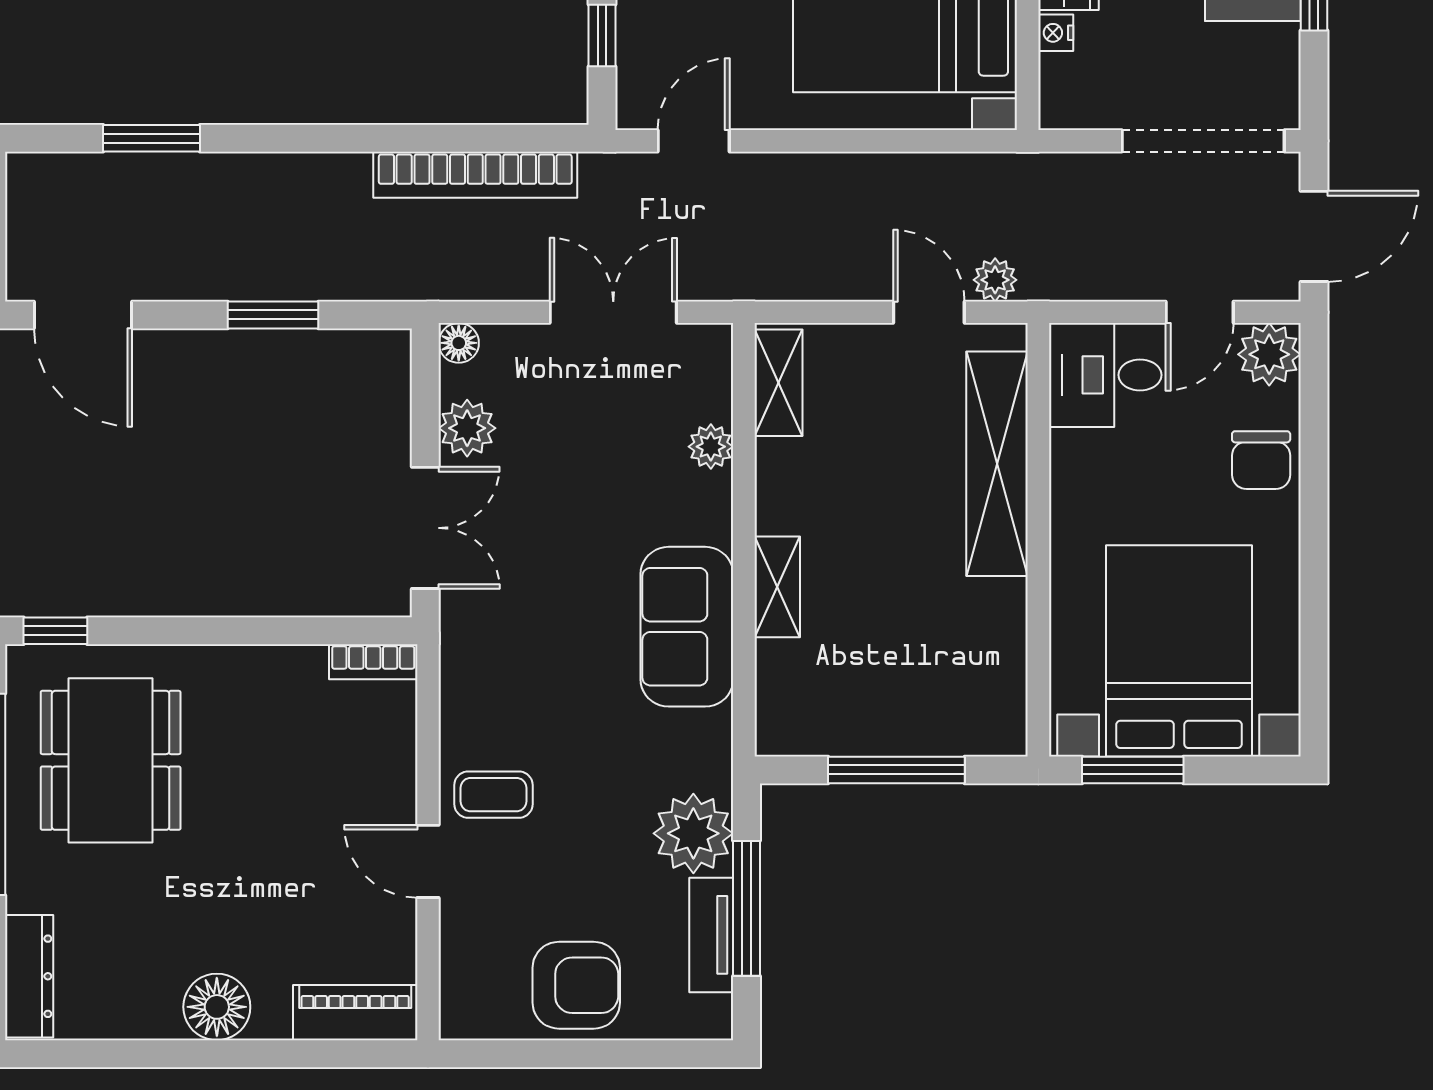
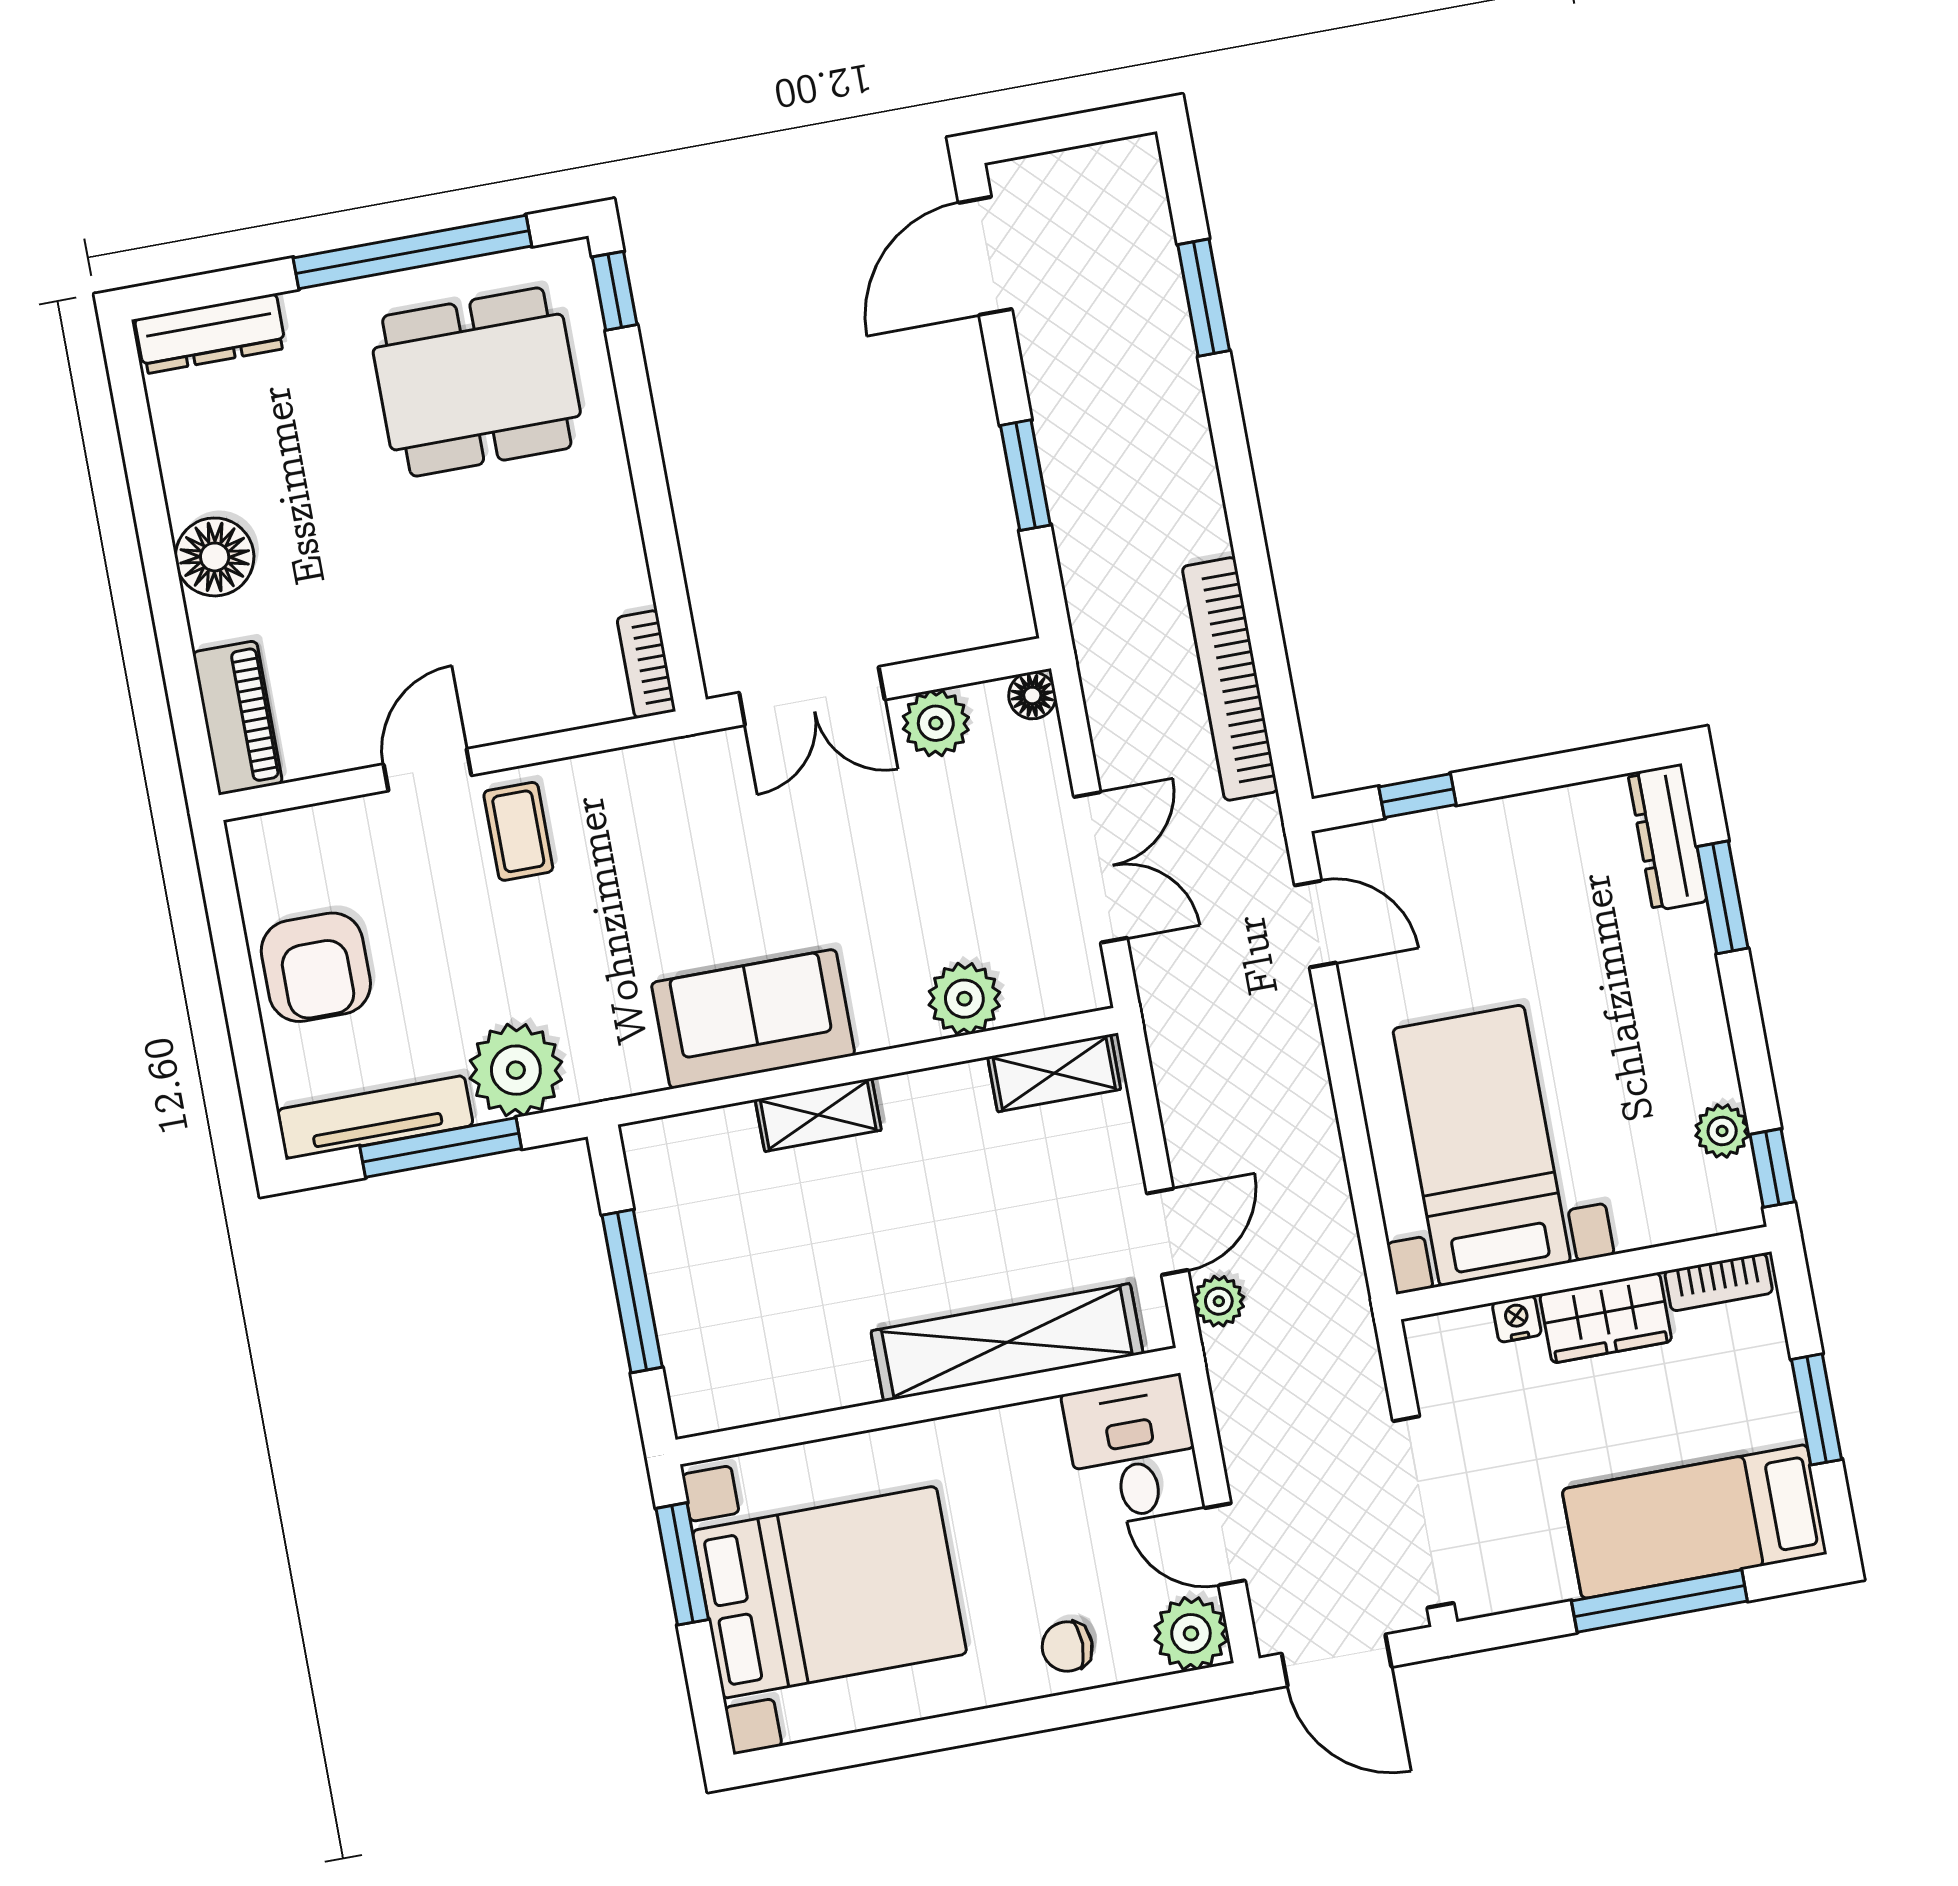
plant: (711, 447) -> (964, 999), width x1.38, depth x1.38
chair: (1261, 460) -> (1067, 1646), width x0.73, depth x0.73
tv unit: (711, 935) -> (375, 1117), width x1.41

